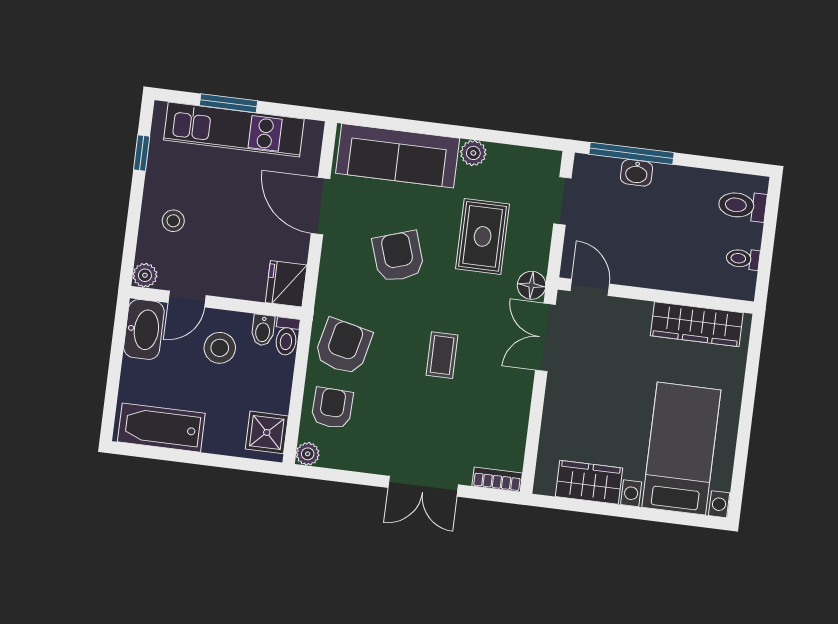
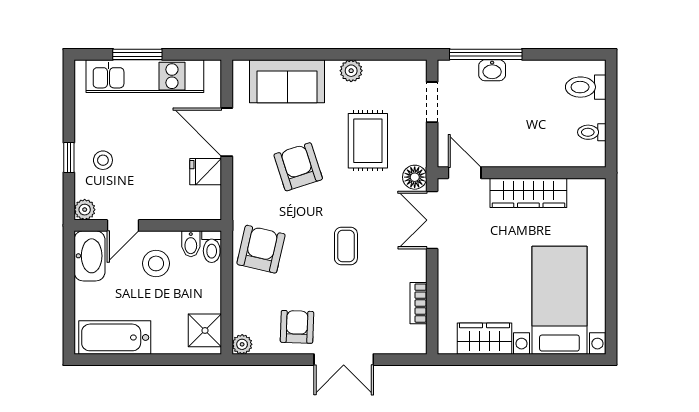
window: (142, 153) -> (69, 157), moved
sofa: (398, 156) -> (287, 81), width x0.73
fridge: (286, 284) -> (206, 172), moved, width x0.72
wardrobe: (697, 324) -> (528, 193), moved
armchair: (332, 408) -> (297, 327), moved
bookcase: (497, 479) -> (419, 303), moved, turned -90

